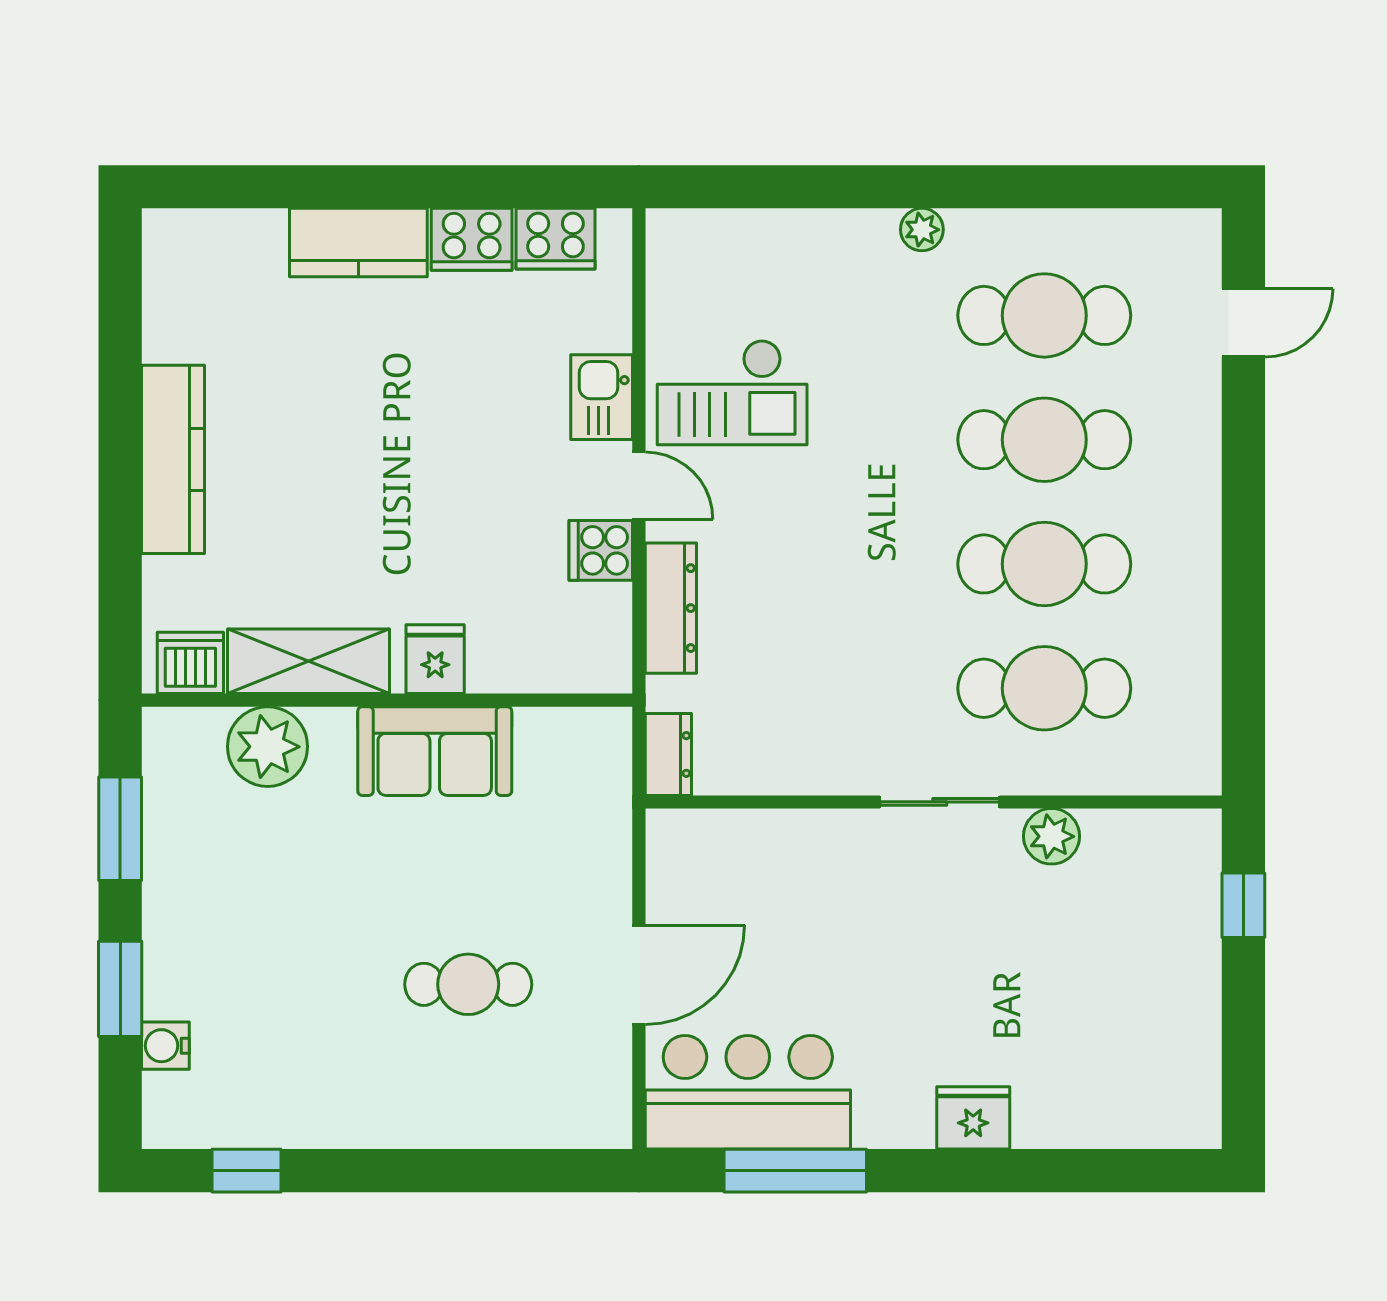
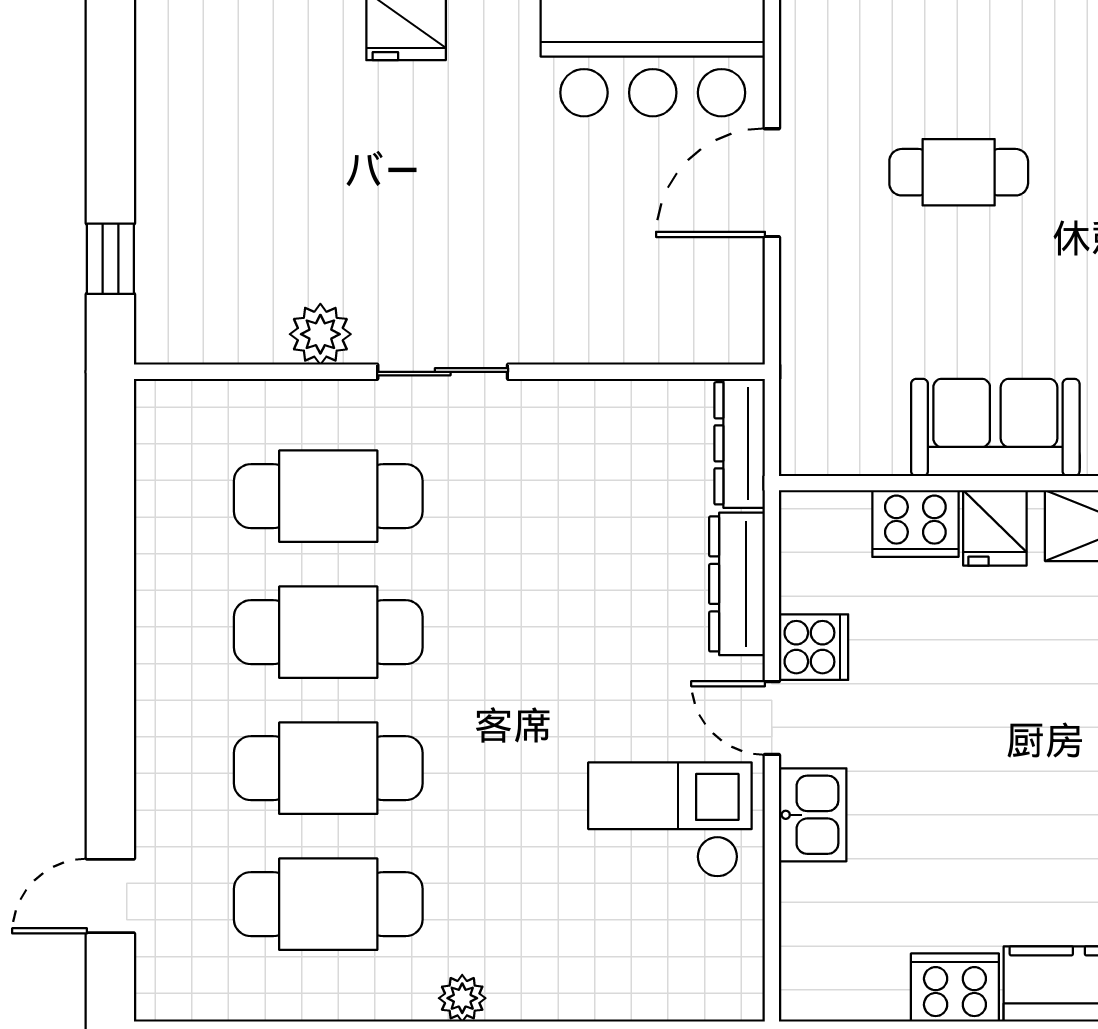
cooker: (556, 239) -> (915, 524), moved, turned 180
dresser: (668, 754) -> (740, 443), width x1.44

